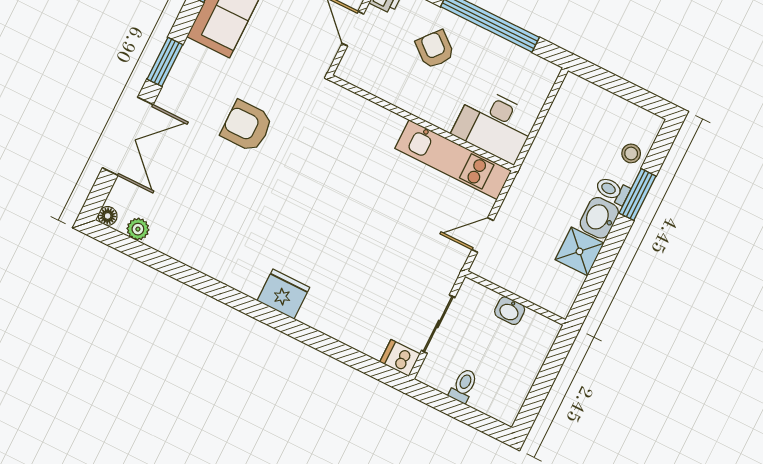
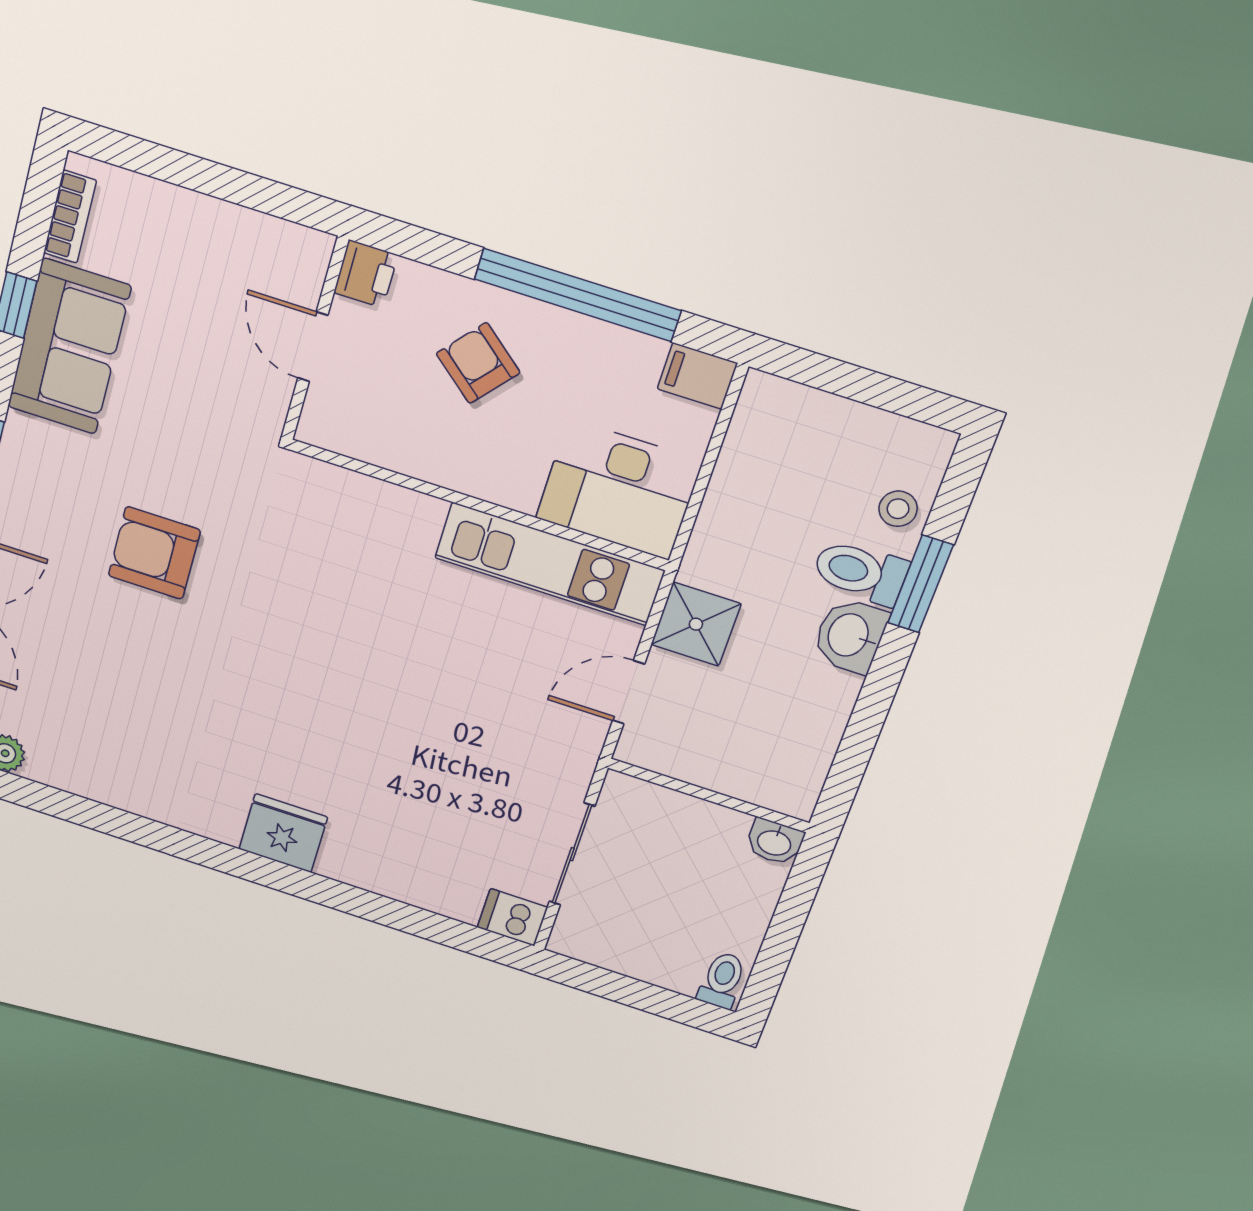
filing cabinet: (542, 71) -> (697, 376), added
toilet: (612, 190) -> (860, 572), width x1.37, depth x1.39
shower: (579, 251) -> (696, 624), moved
washbasin: (510, 311) -> (774, 842), moved
toilet: (463, 386) -> (722, 980), moved

